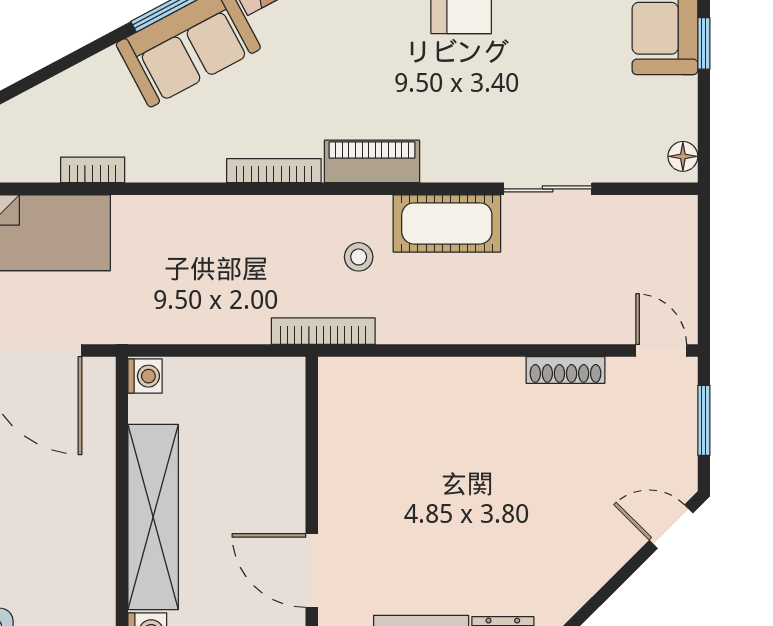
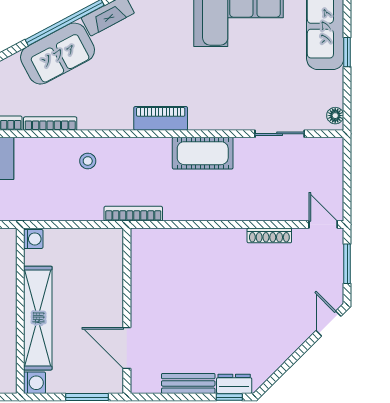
bookcase: (274, 171) -> (50, 124), moved
sliding door: (548, 189) -> (280, 134), moved
stool: (359, 257) -> (88, 161), moved
door: (671, 527) -> (329, 323), hinge flipped

